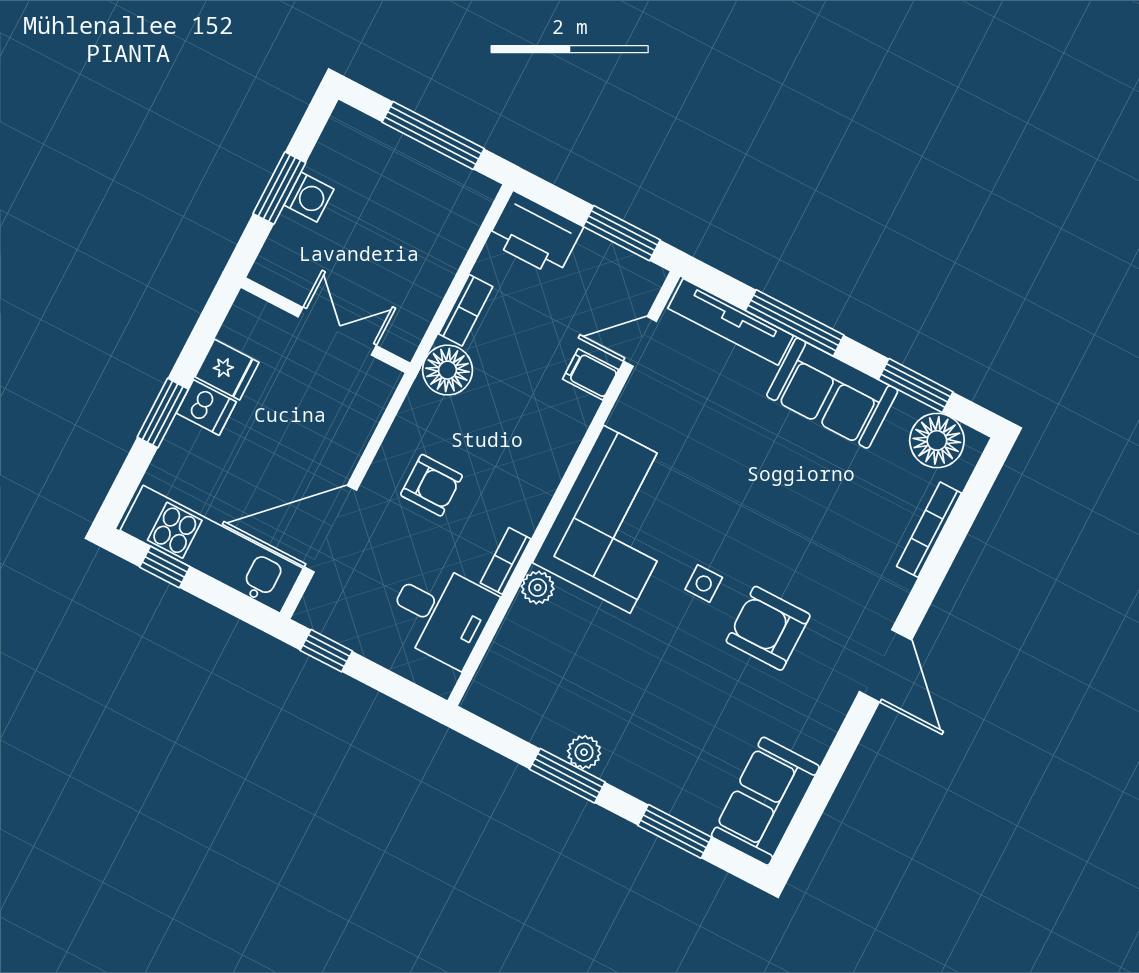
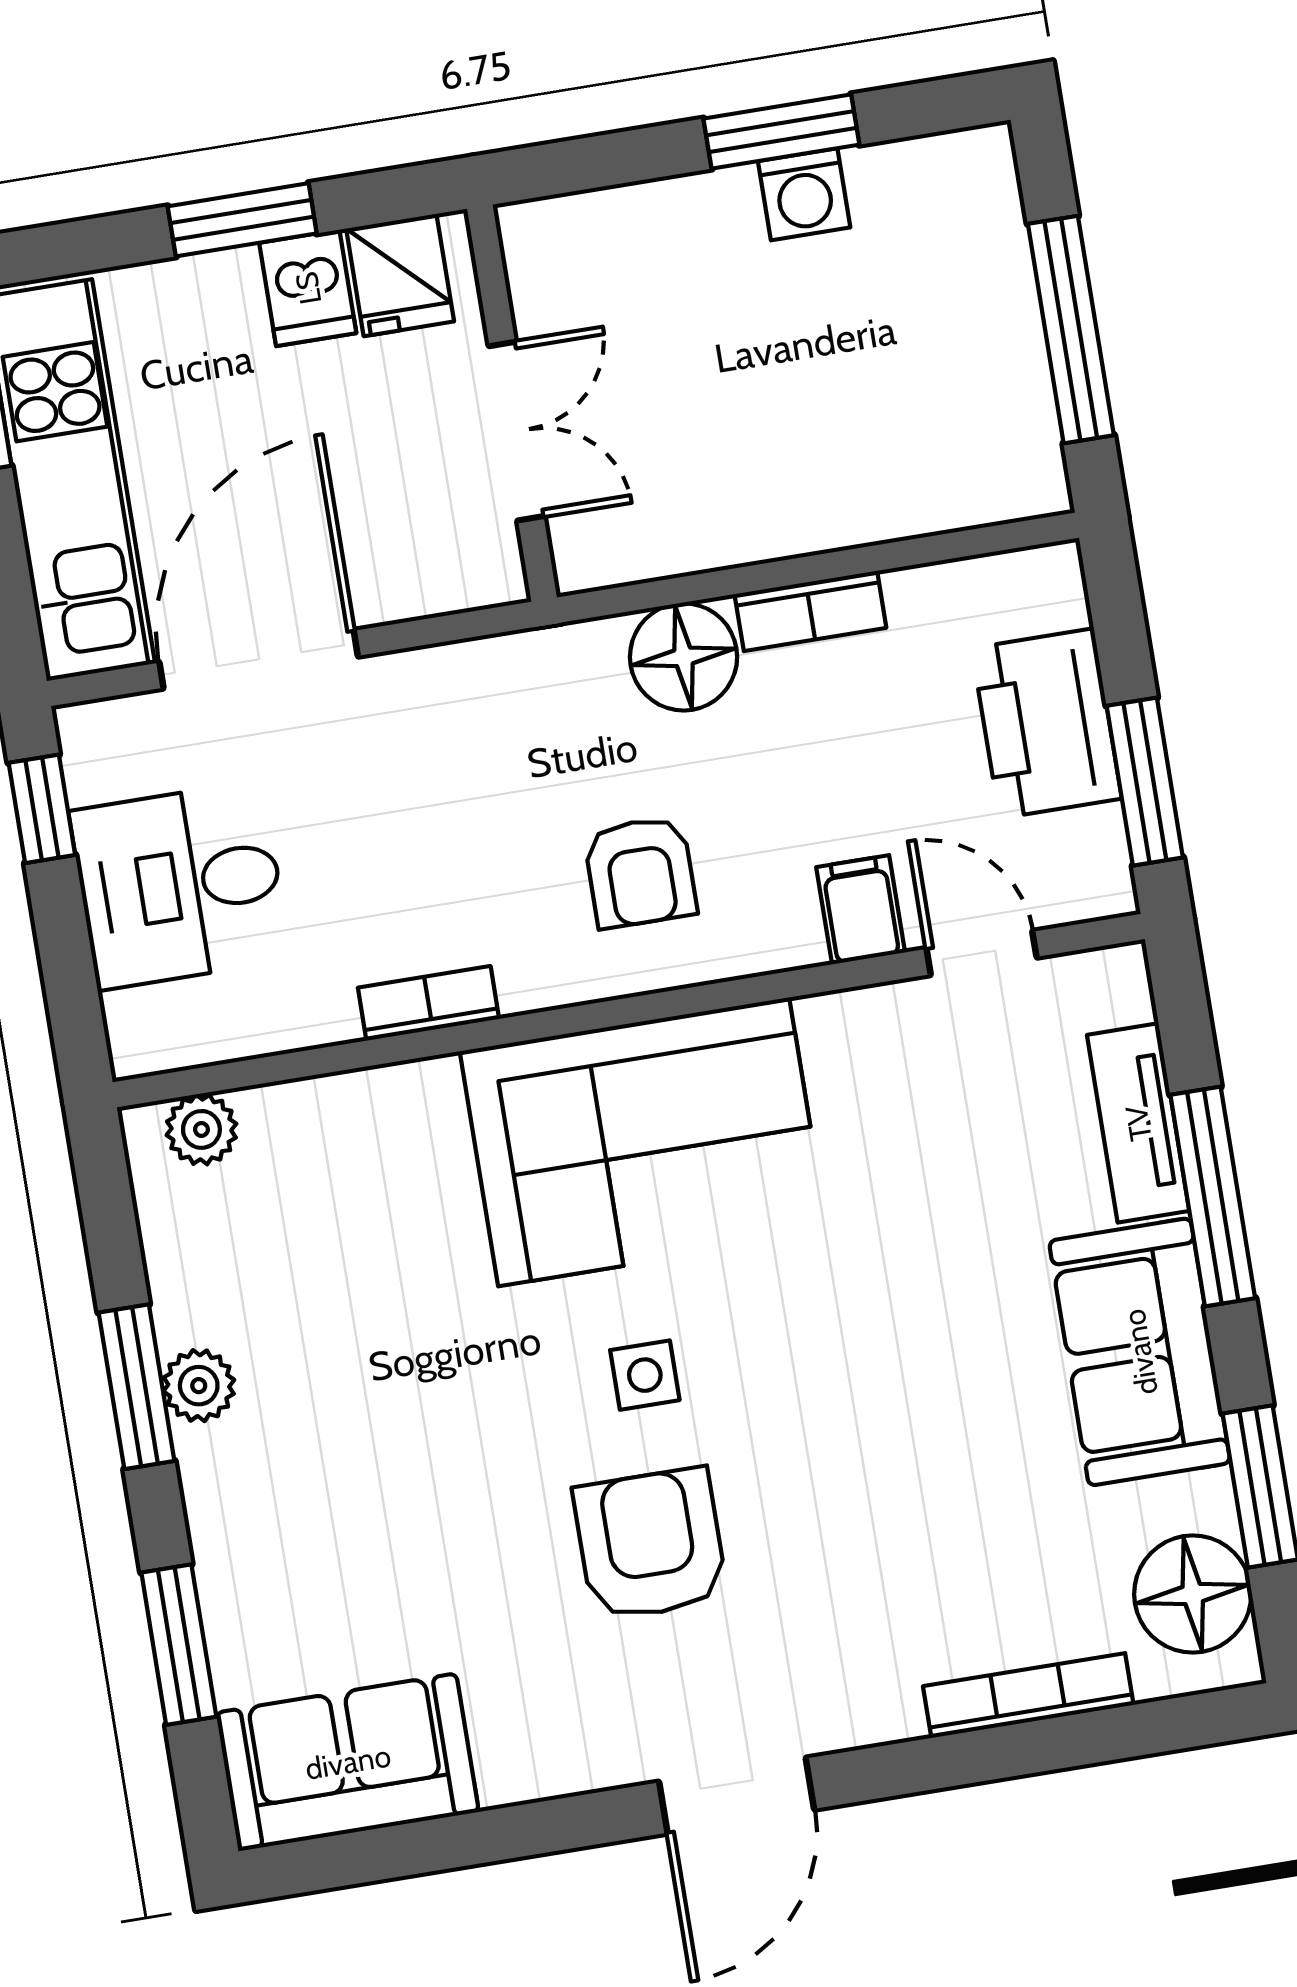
printer: (535, 234) -> (1047, 723), moved
tv unit: (731, 322) -> (1138, 1123), width x0.71
wall: (326, 325) -> (512, 403), moved
double door: (337, 331) -> (517, 431), moved
armchair: (431, 485) -> (640, 872), moved
door: (331, 529) -> (259, 659), hinge flipped
plant: (538, 588) -> (201, 1129), moved
desk: (441, 614) -> (180, 885), moved, turned 90

